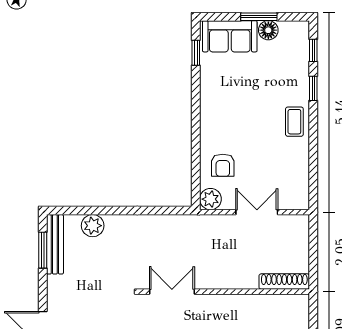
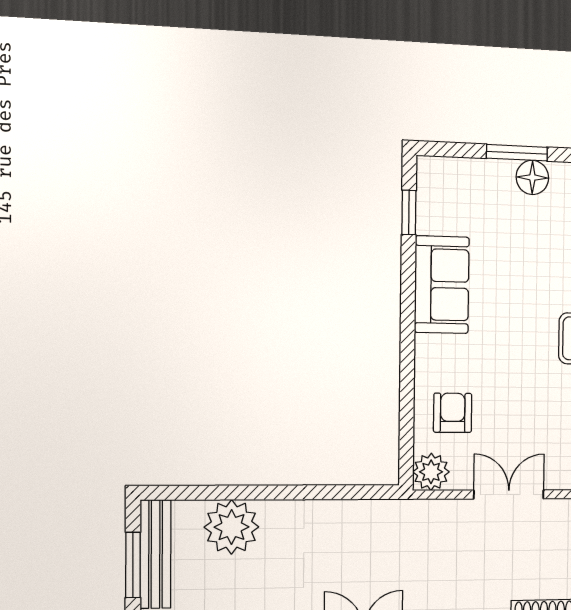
sofa: (230, 36) -> (442, 285), moved, turned -90
armchair: (223, 165) -> (453, 413), turned 180
plant: (93, 226) -> (232, 527), width x1.36, depth x1.36

